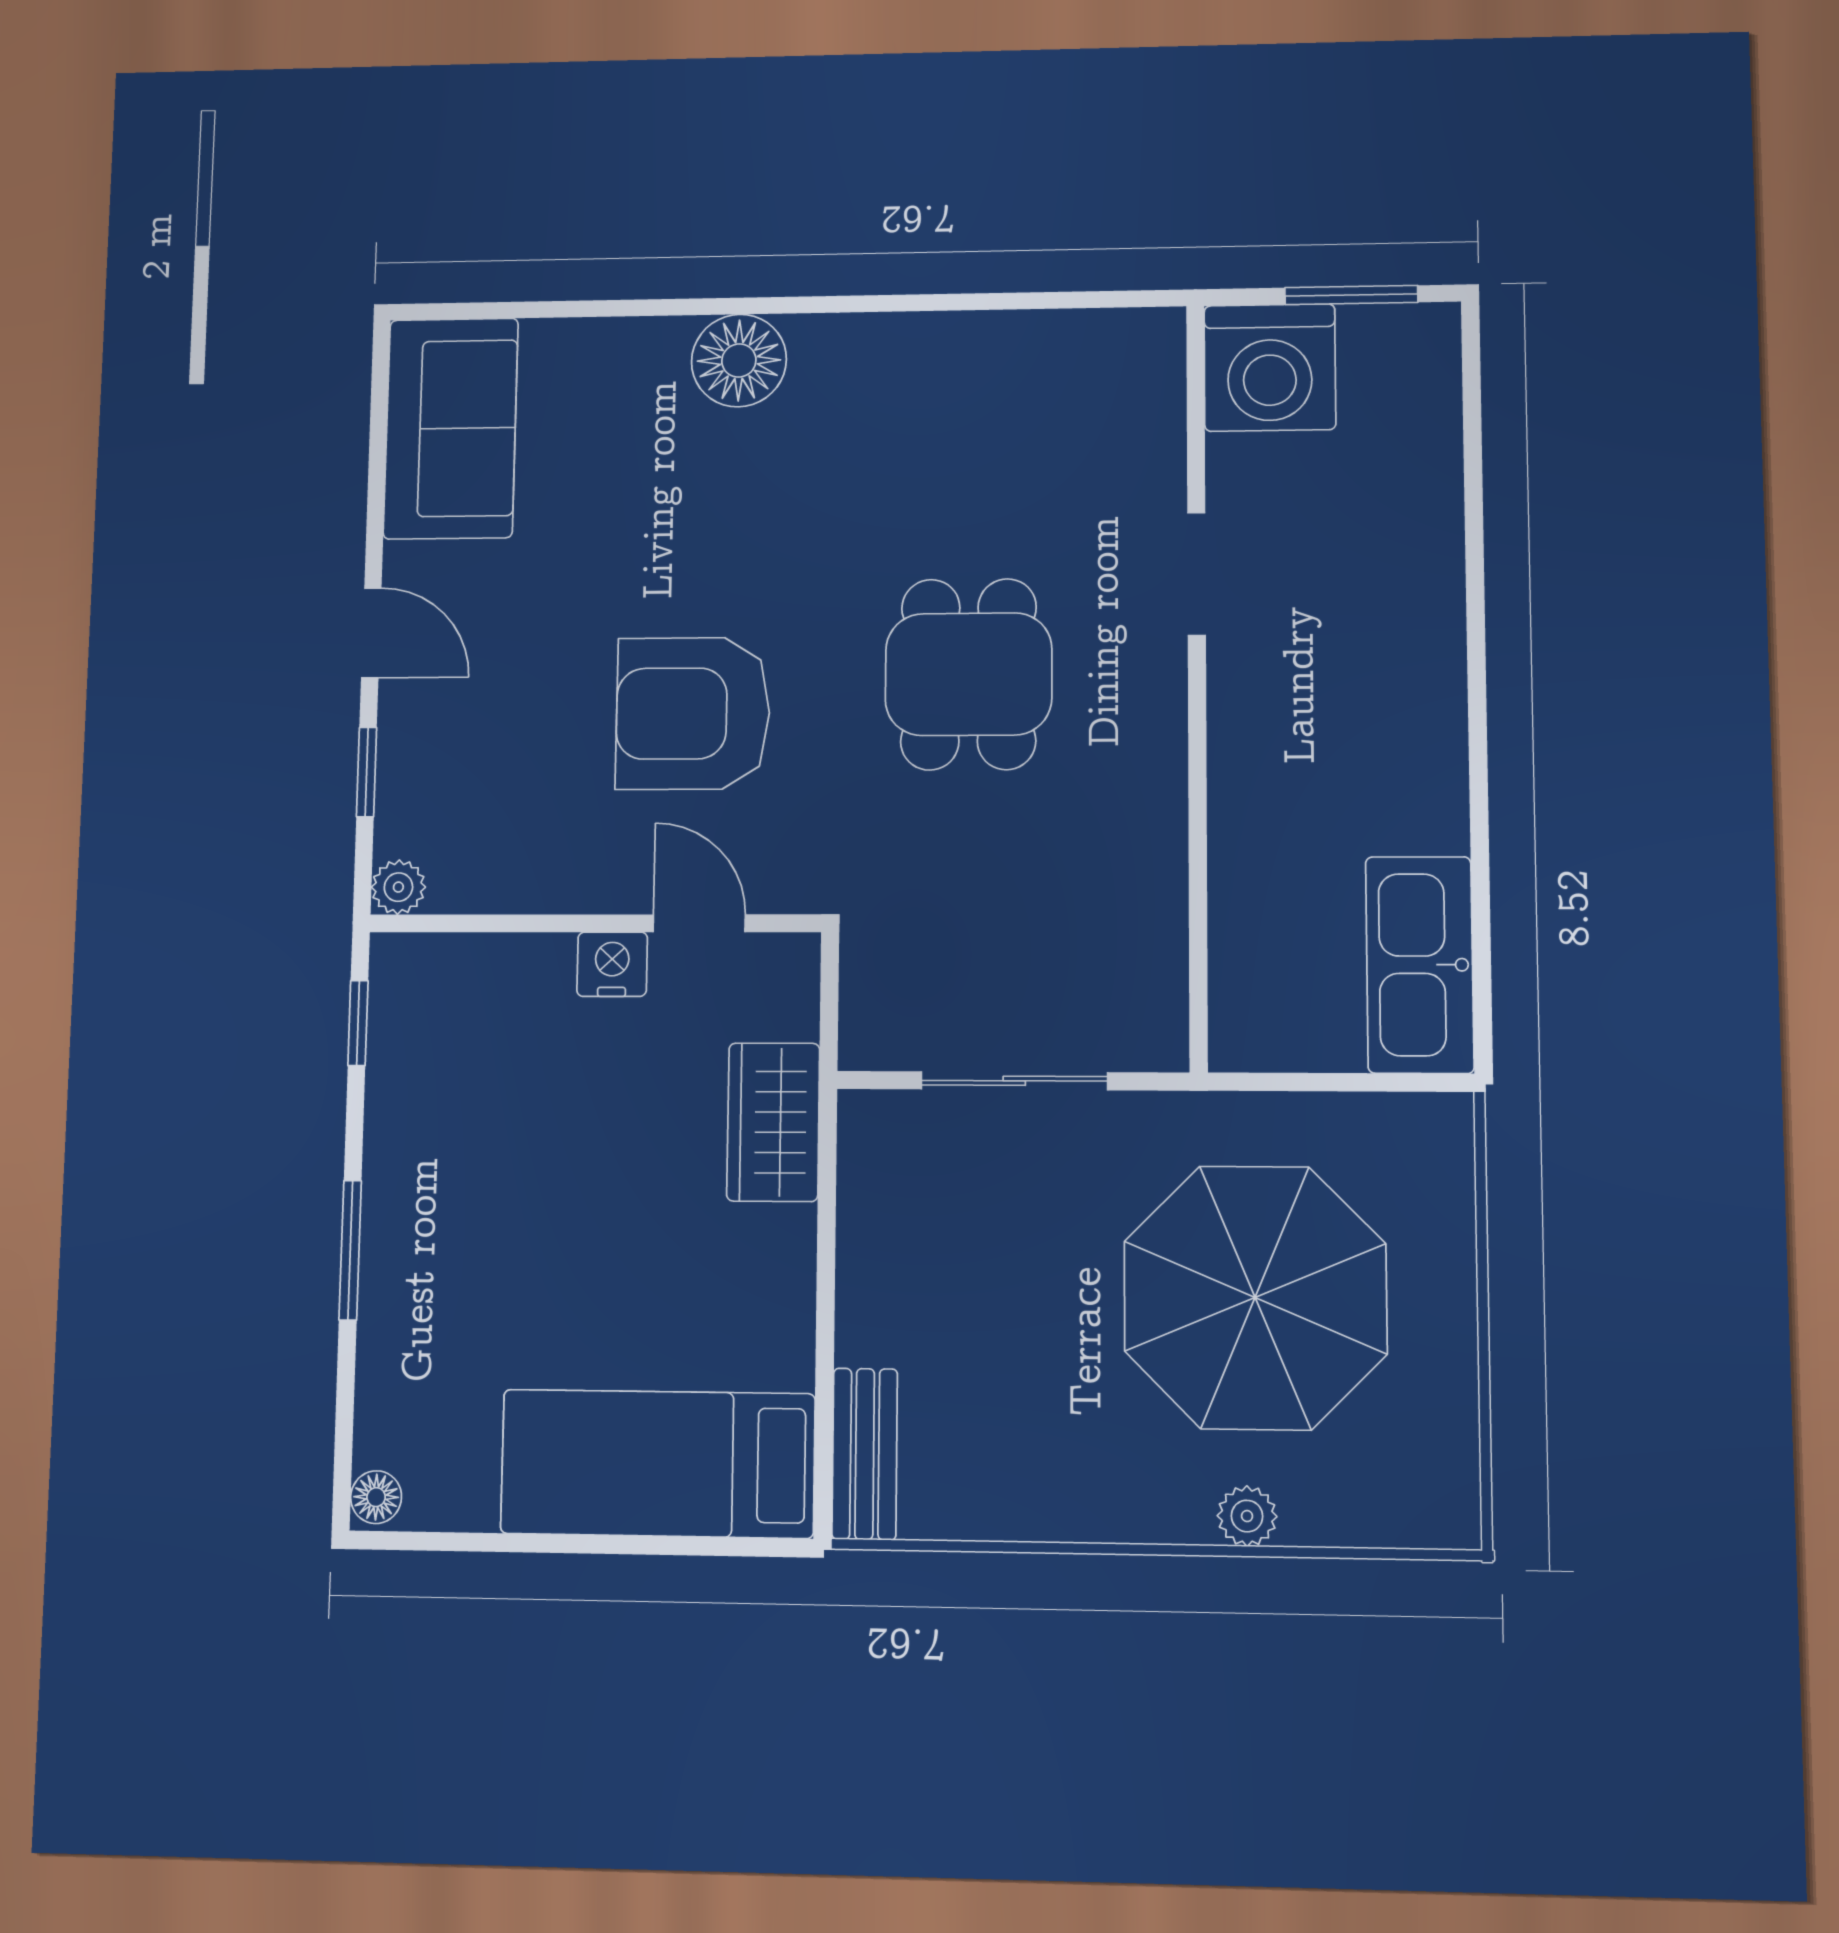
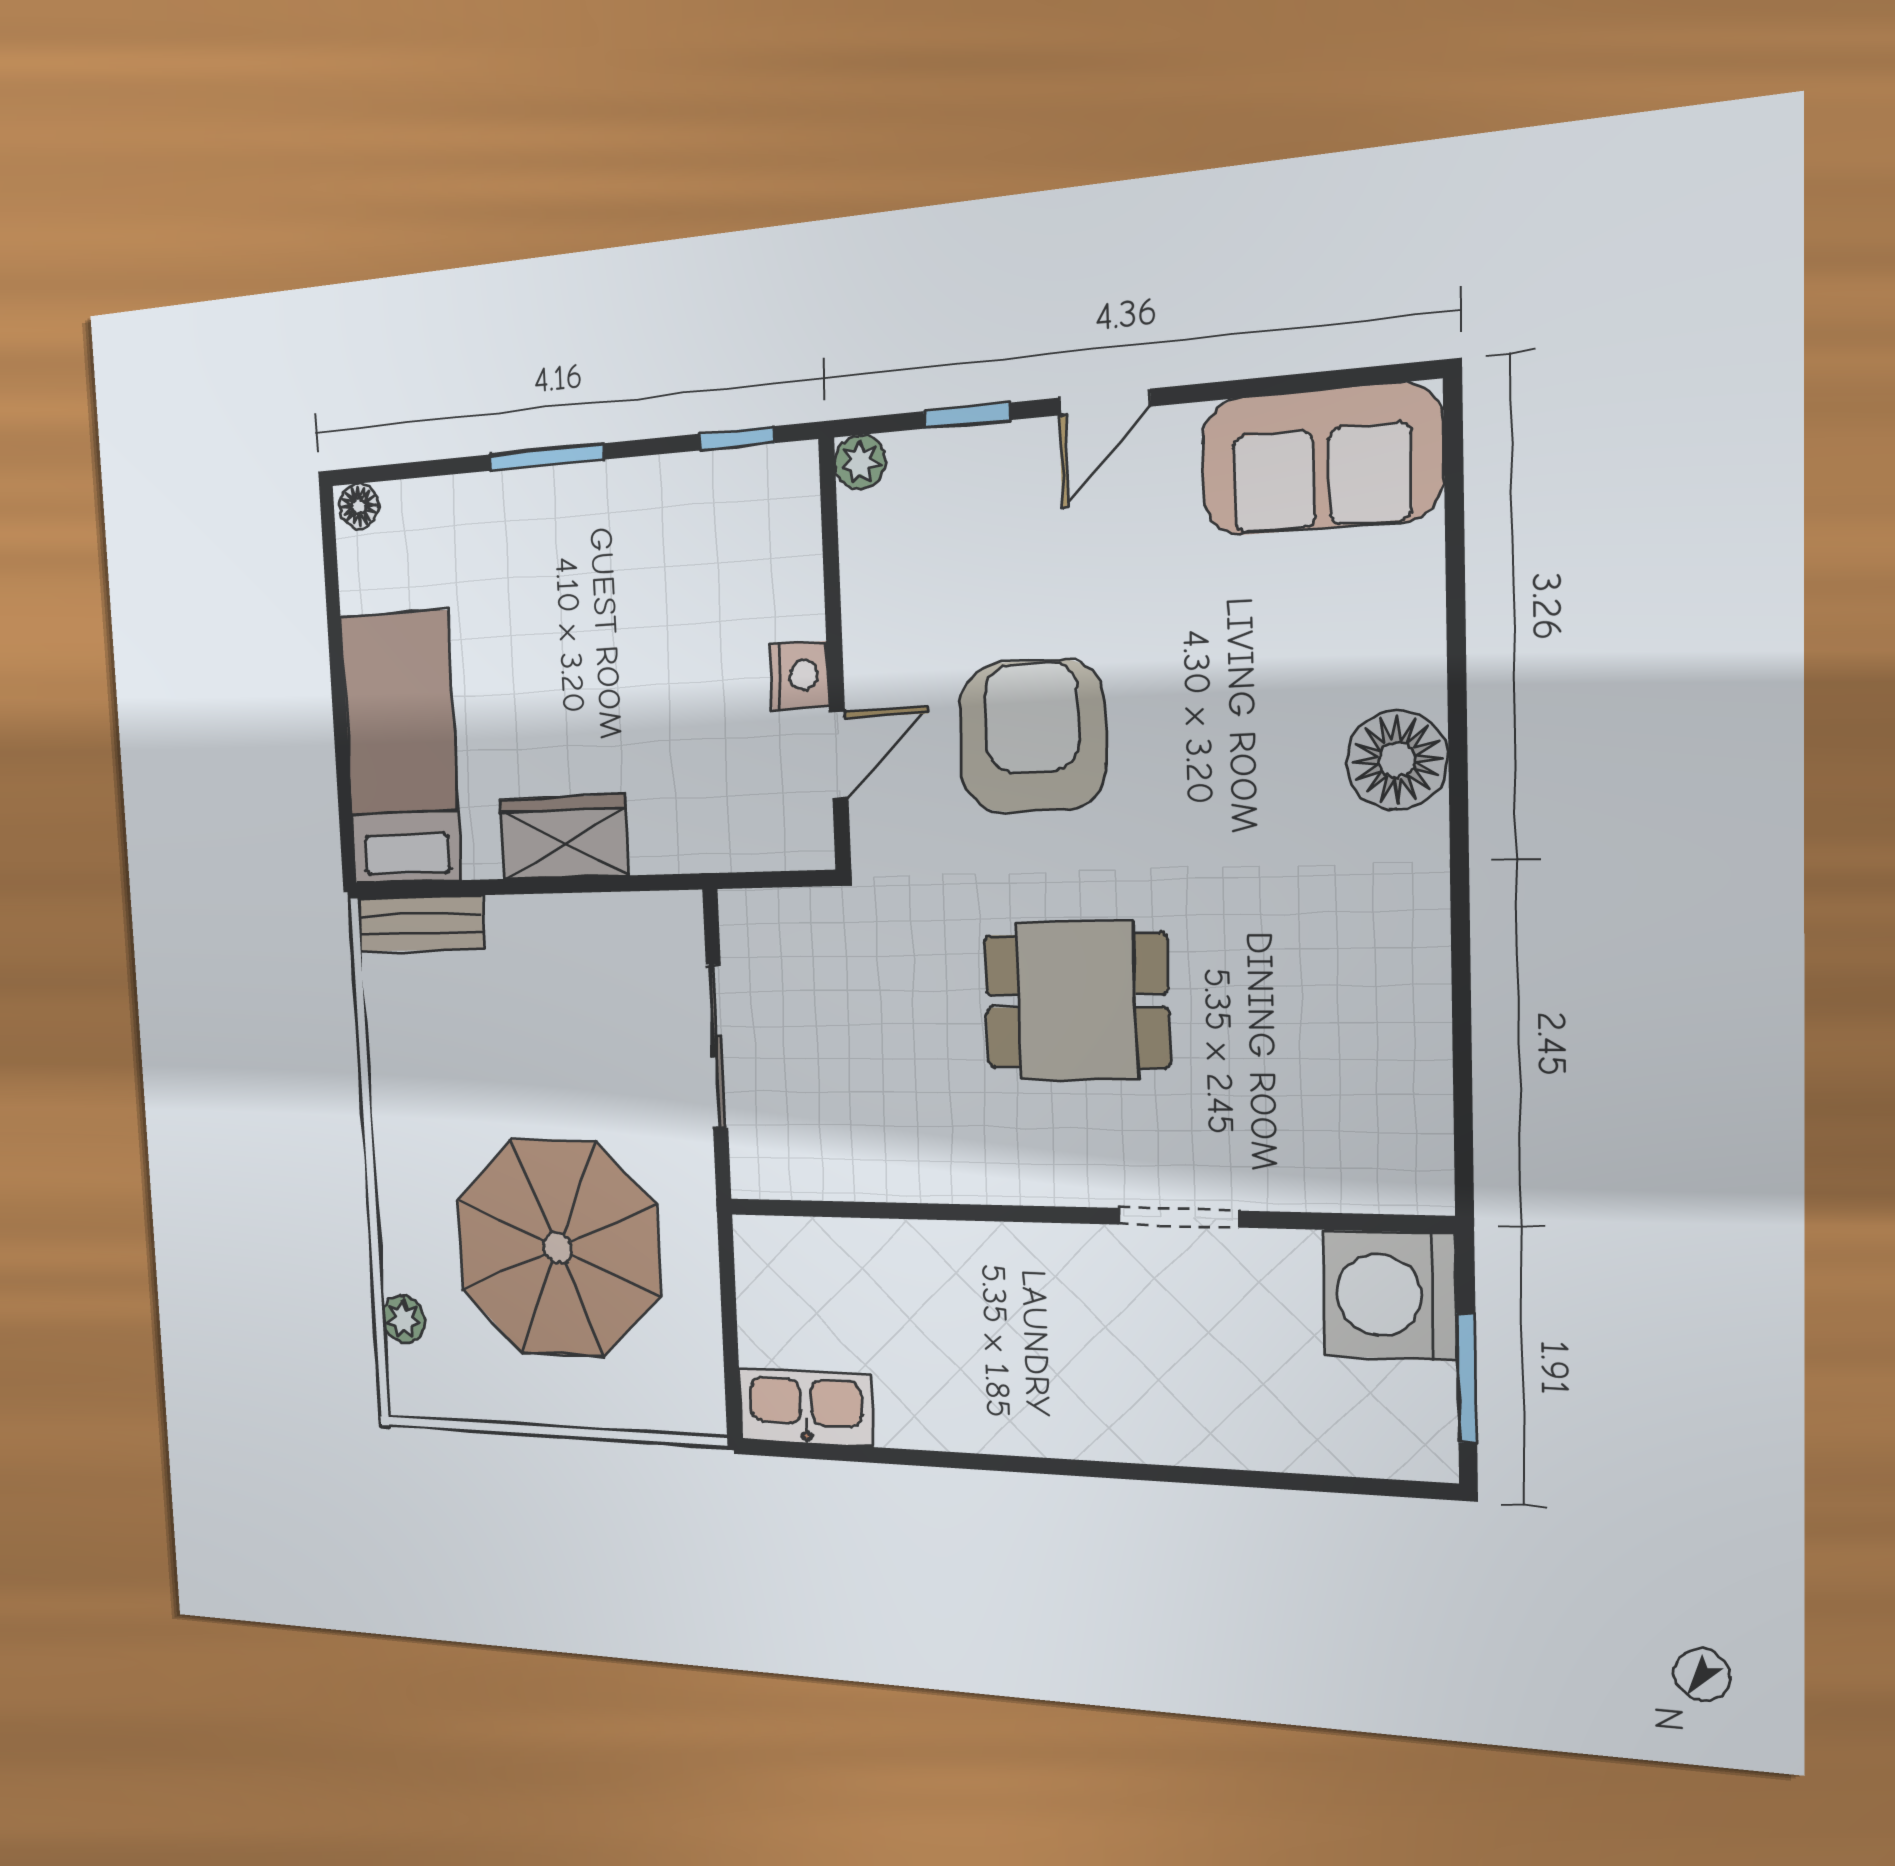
kitchen sink: (1420, 965) -> (806, 1407), width x0.73, depth x0.81
wardrobe: (773, 1122) -> (564, 837), moved
plant: (1247, 1516) -> (404, 1319), moved

